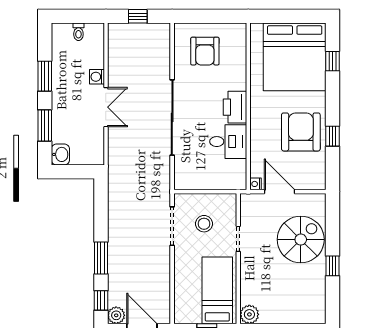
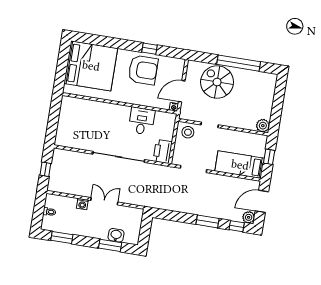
armchair: (205, 51) -> (77, 127), removed
window: (333, 61) -> (98, 40), removed
window: (45, 76) -> (62, 238), moved
printer: (235, 107) -> (163, 151), moved, turned 90
armchair: (301, 132) -> (143, 70), turned 180
washbasin: (60, 154) -> (116, 235), moved
stool: (204, 224) -> (188, 132), moved
window: (333, 266) -> (239, 63), width x3.17
bed: (217, 290) -> (240, 165), moved

